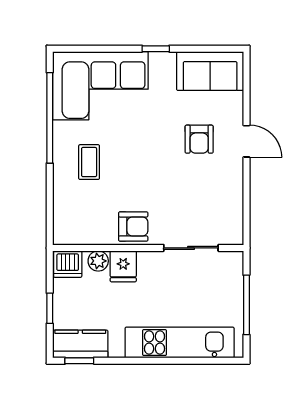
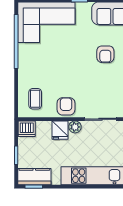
coffee table: (89, 162) -> (35, 99), moved
armchair: (133, 226) -> (66, 106), turned -90
plant: (98, 261) -> (75, 127), moved

